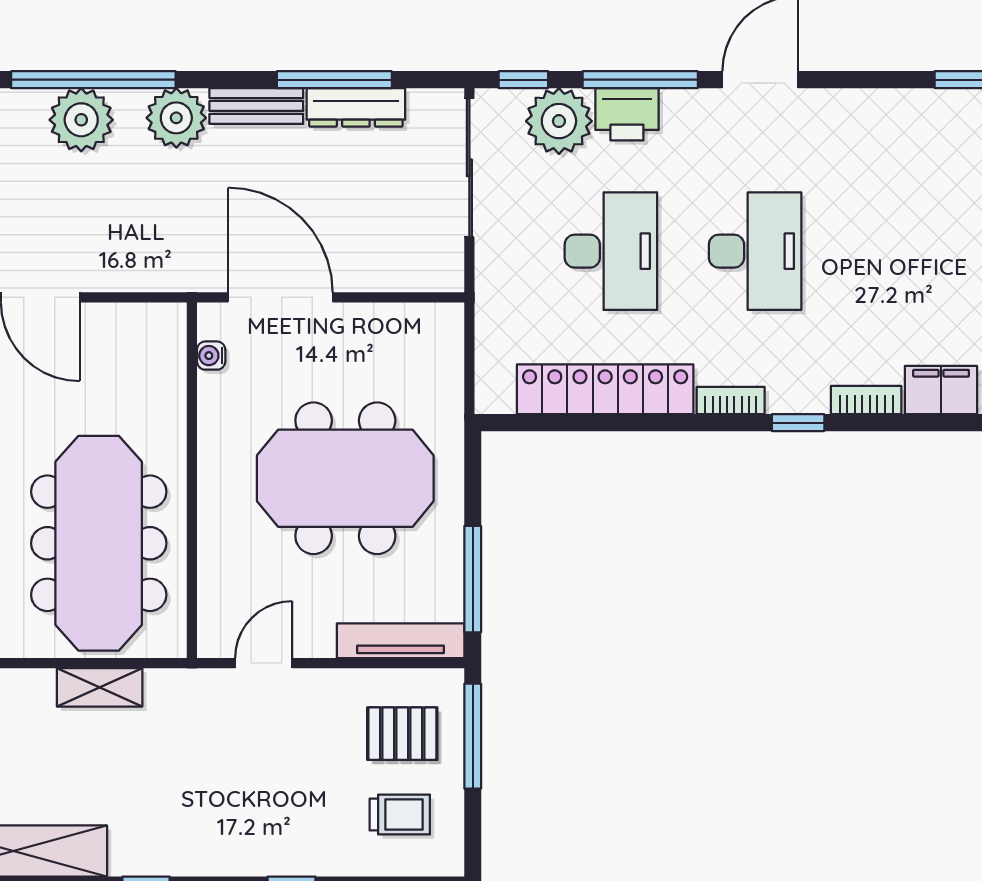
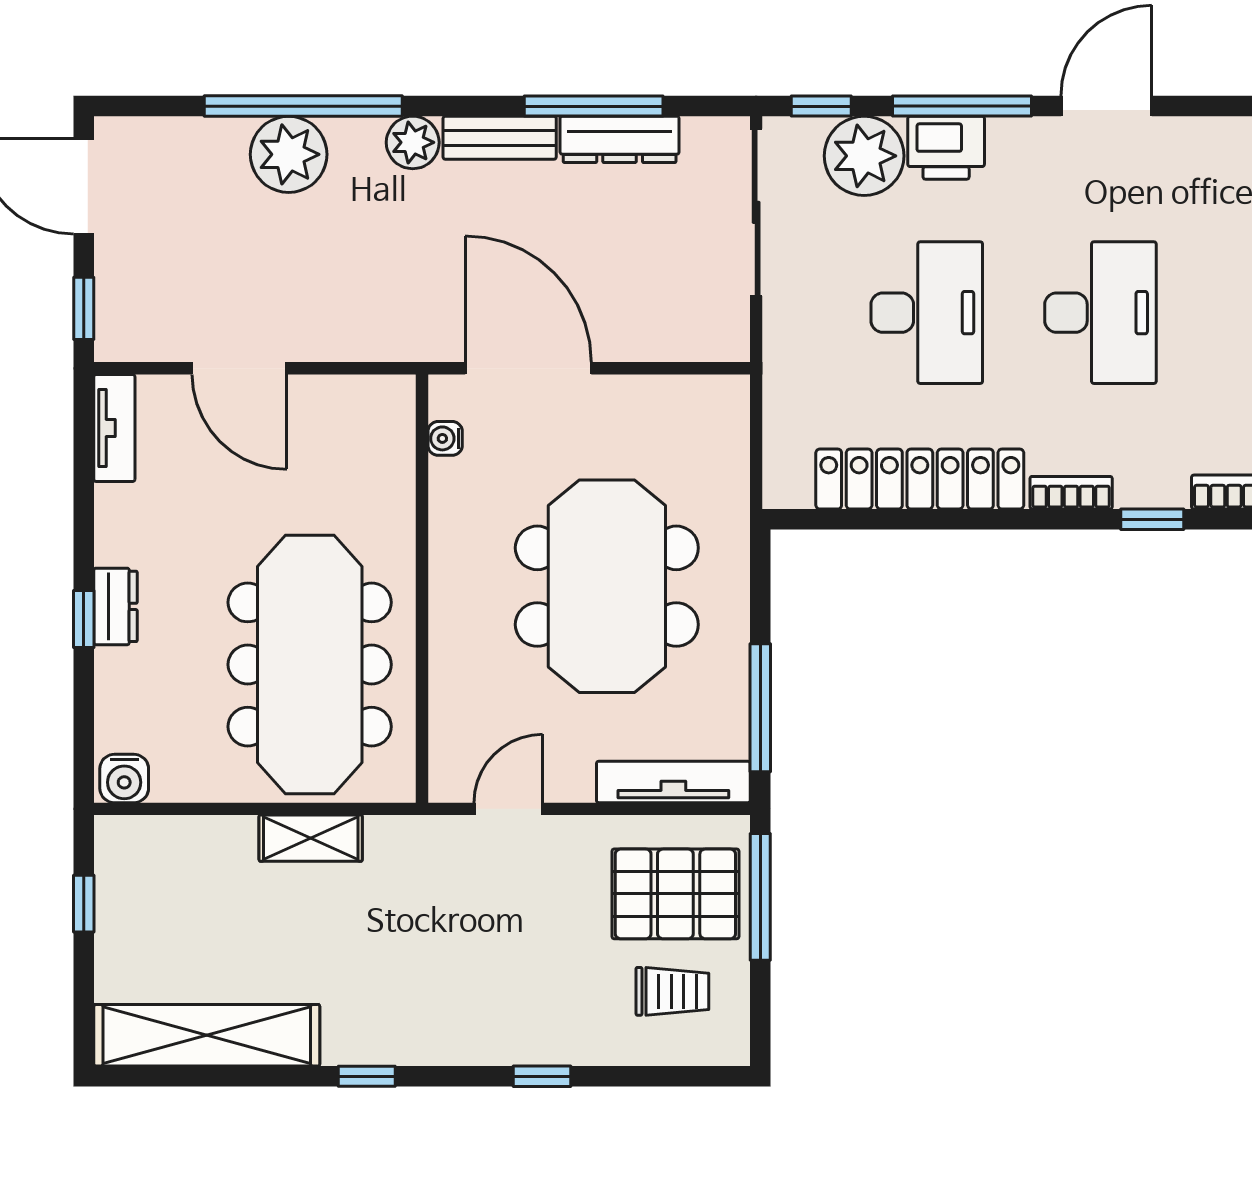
plant: (176, 118) -> (413, 142), width x0.73, depth x0.73
meeting table: (345, 478) -> (607, 586), turned 90
pallet: (402, 734) -> (675, 894), width x1.50, depth x1.42

